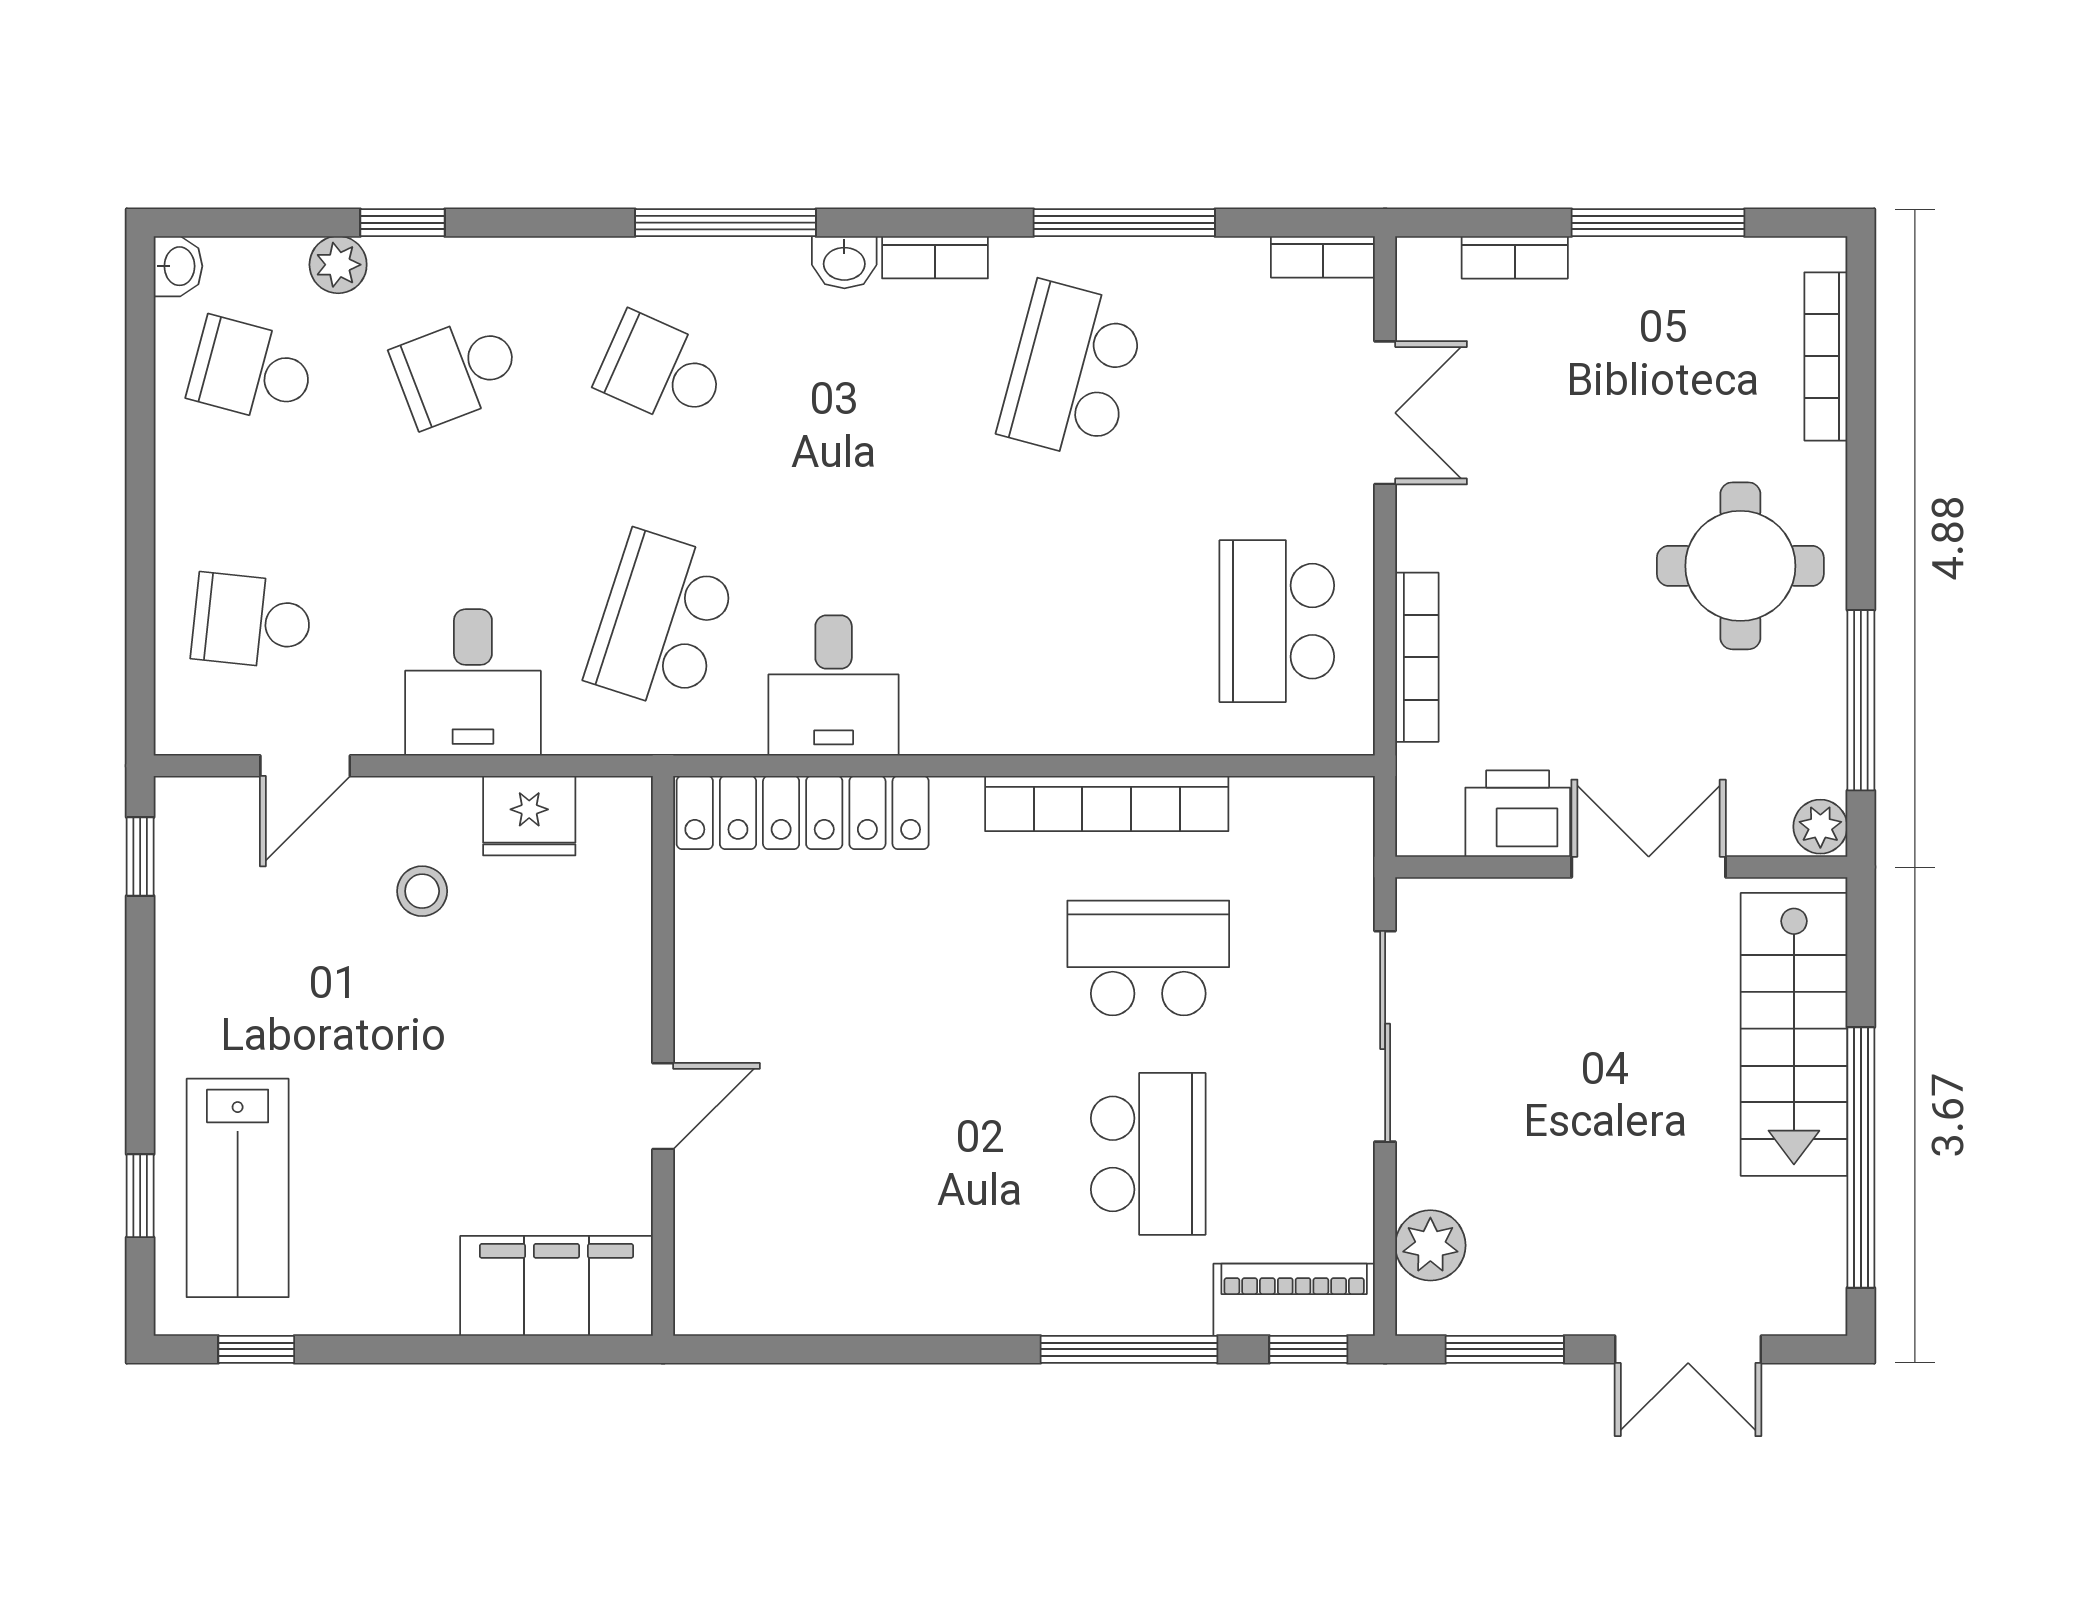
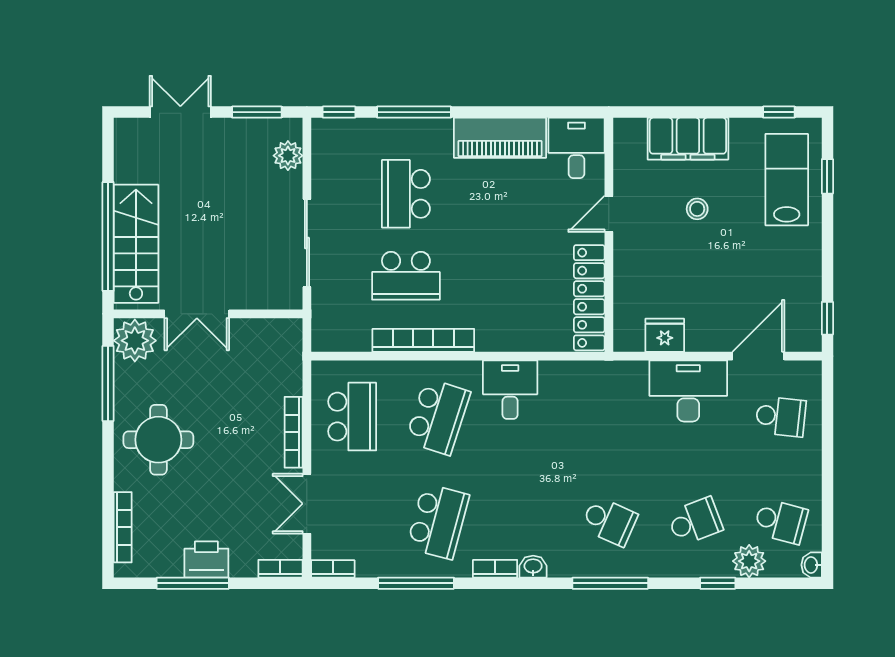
window: (725, 223) -> (610, 583), moved
bookcase: (1515, 257) -> (280, 569), moved
plant: (338, 265) -> (749, 561), width x1.38, depth x1.38
school desk: (662, 621) -> (438, 417), moved
bookcase: (1417, 657) -> (294, 432), moved
desk: (473, 682) -> (688, 391), width x1.37
desk: (834, 685) -> (510, 390), moved
door: (305, 766) -> (758, 356), width x1.38
locker: (803, 813) -> (589, 298), moved, turned -90
printer: (1518, 814) -> (206, 559), moved, turned 180
plant: (1820, 827) -> (135, 341), width x1.87, depth x1.87
stool: (422, 891) -> (697, 209), moved
window: (1861, 1158) -> (108, 236), moved
desk: (740, 1264) -> (576, 148), added
filing cabinet: (556, 1286) -> (688, 139), moved
piano: (1294, 1300) -> (500, 138), moved, width x1.37, depth x1.33

